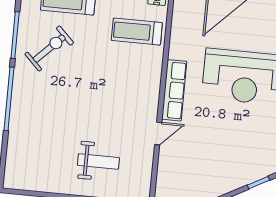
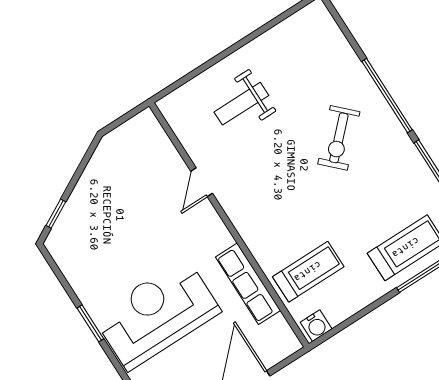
exercise bike: (49, 48) -> (339, 138), moved
row of seats: (174, 90) -> (248, 284), moved

